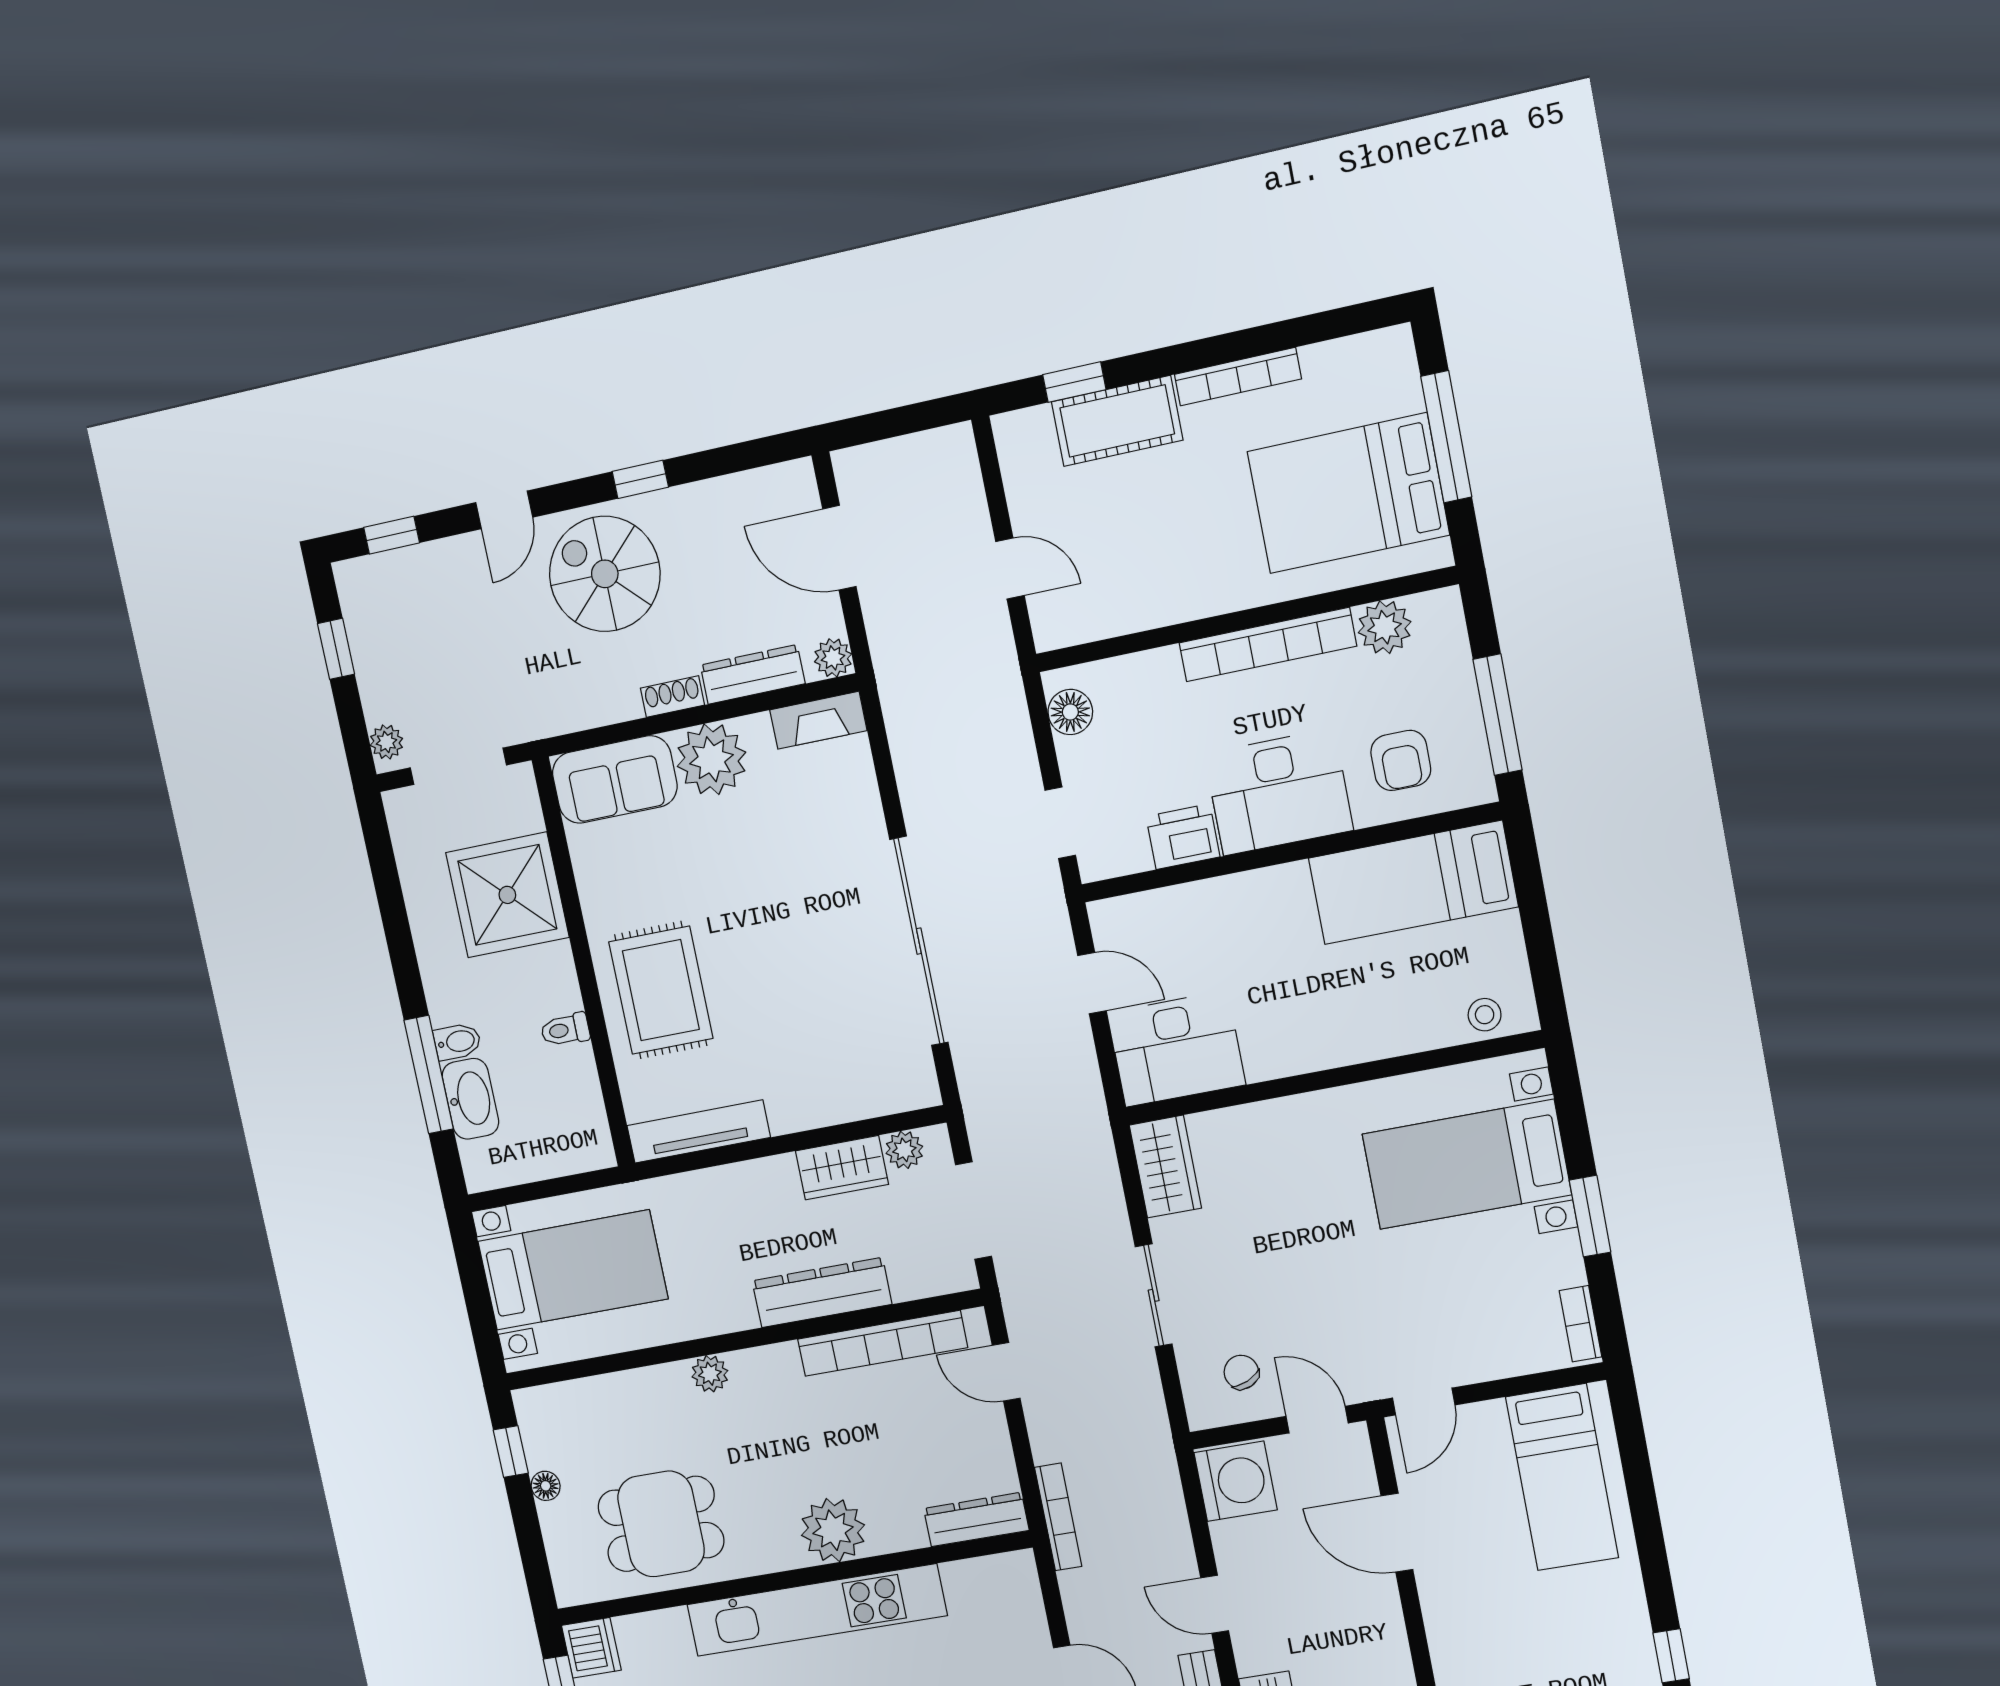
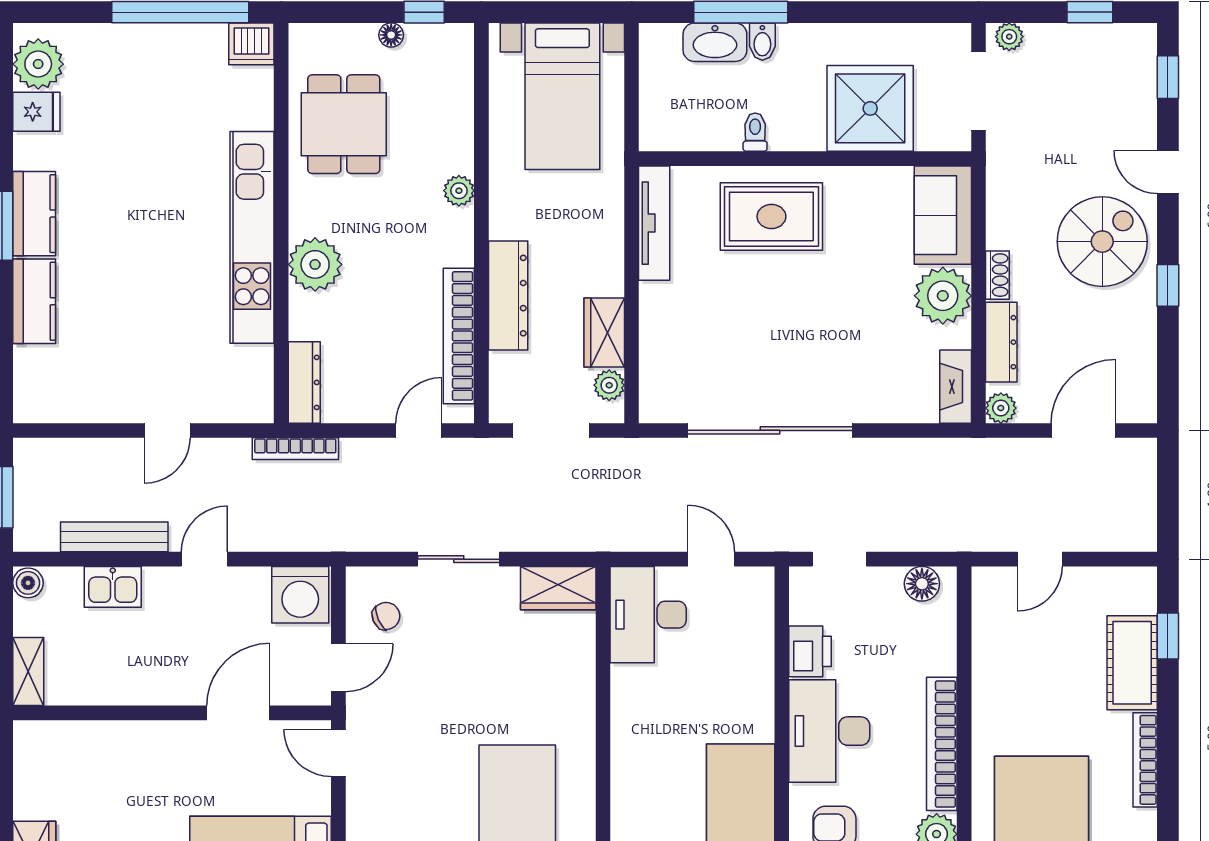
door: (1092, 983) -> (711, 559), swing flipped

